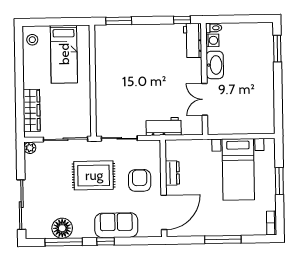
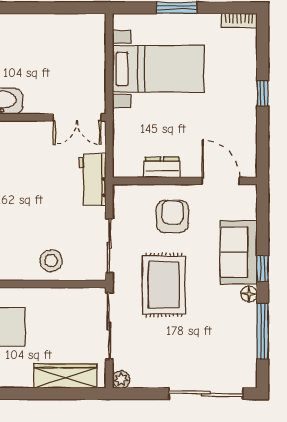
double door: (205, 99) -> (77, 117), moved
stool: (109, 100) -> (51, 261), added
armchair: (140, 180) -> (172, 216), turned 90
door: (164, 212) -> (221, 181), width x0.73
floor lamp: (62, 228) -> (249, 294), moved, width x0.53, depth x0.53
window: (223, 240) -> (263, 93), width x0.46

